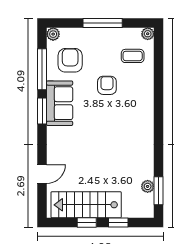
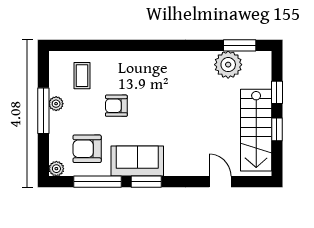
plant: (148, 34) -> (56, 104), moved
plant: (148, 186) -> (228, 65), width x1.88, depth x1.88

